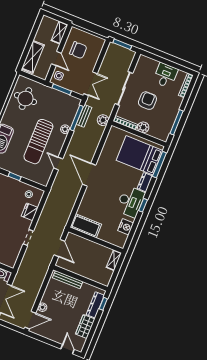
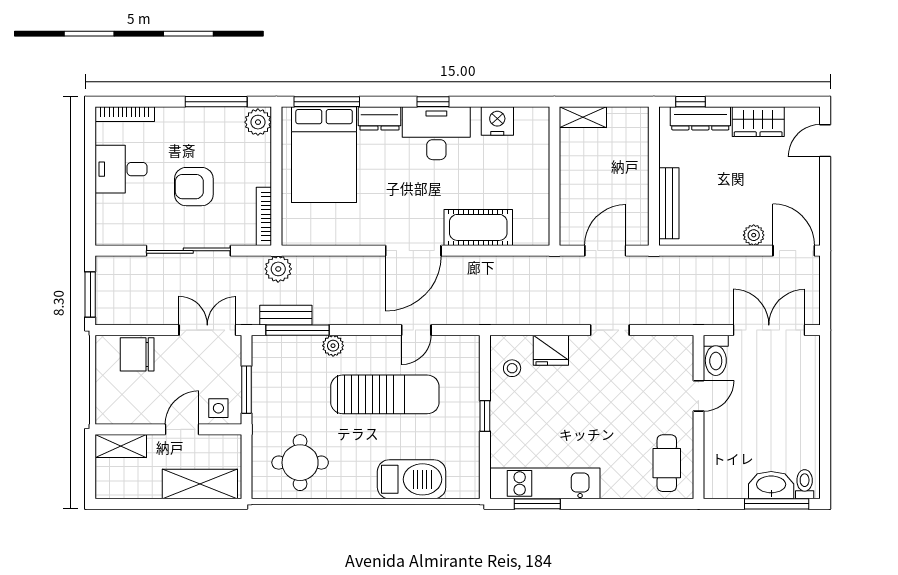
chair: (78, 50) -> (137, 354), moved, turned -90
plant: (143, 127) -> (258, 122), moved
cot: (86, 226) -> (478, 227), moved, turned 90

